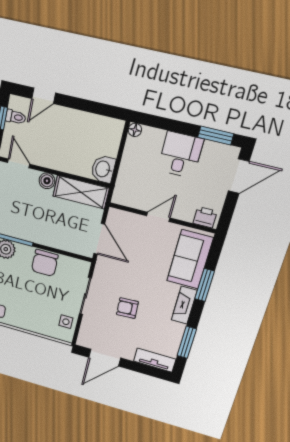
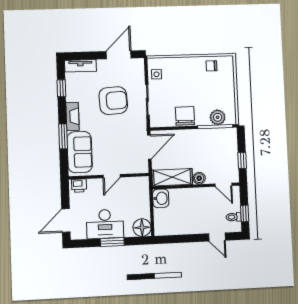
door: (44, 96) -> (217, 237), swing flipped
floor lamp: (135, 130) -> (142, 228), width x1.89, depth x1.89
window: (216, 136) -> (112, 242), moved
desk: (180, 155) -> (105, 224), width x1.37
door: (99, 239) -> (149, 147), swing flipped
armchair: (127, 308) -> (113, 101), width x1.88, depth x1.88
window: (187, 342) -> (61, 88), width x0.67

